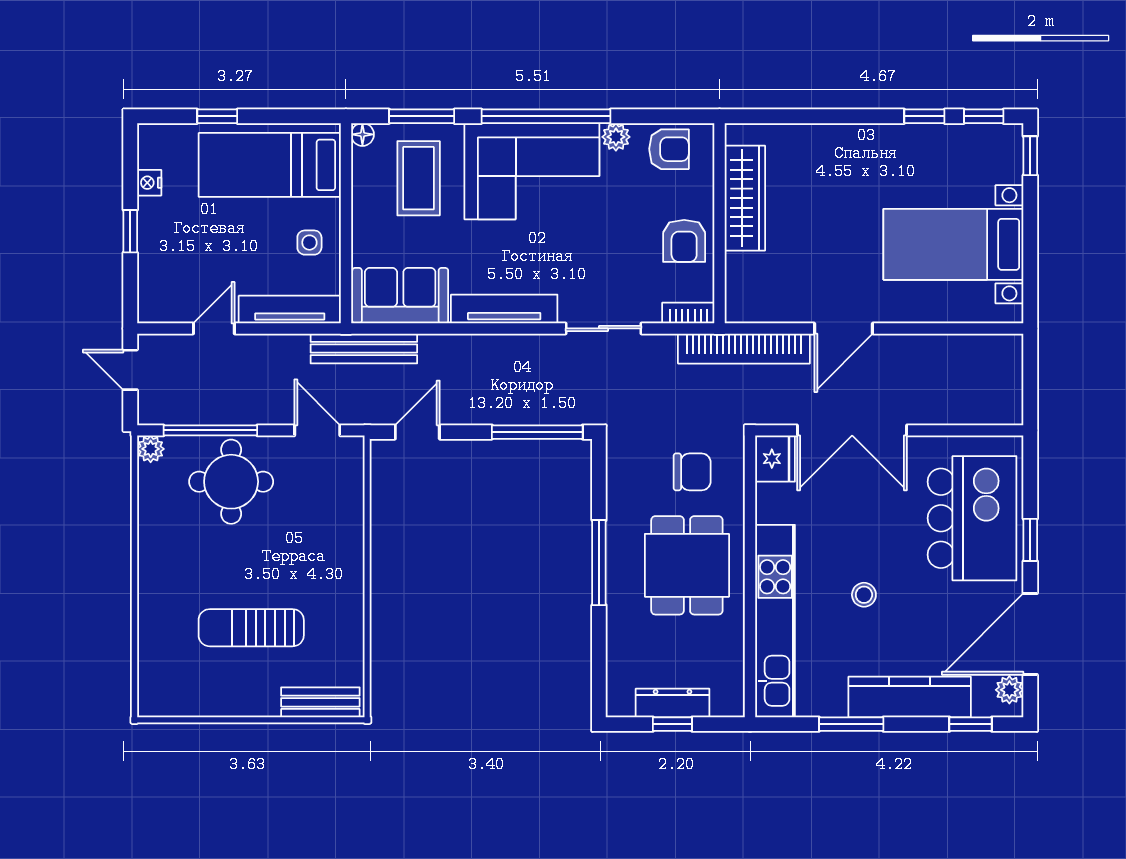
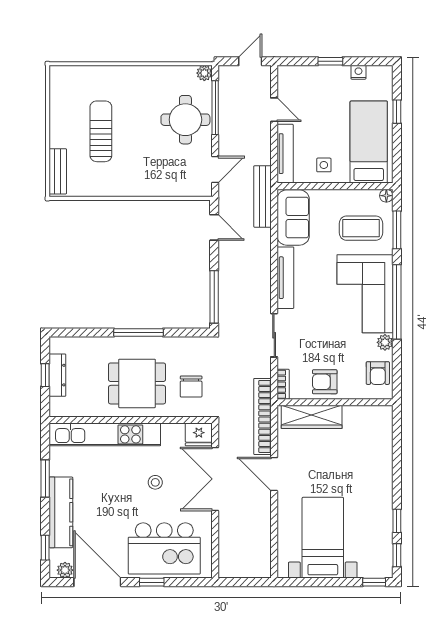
wardrobe: (745, 198) -> (312, 417), moved
stool: (864, 595) -> (155, 482), moved

